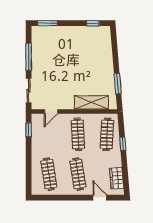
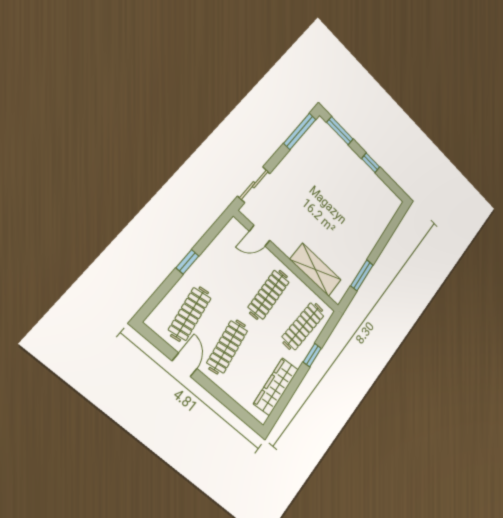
window: (93, 23) -> (371, 163), moved
window: (29, 57) -> (300, 131), moved
window: (29, 130) -> (187, 262), moved
wardrobe: (117, 178) -> (276, 387), width x1.50
door: (100, 198) -> (185, 365), moved

